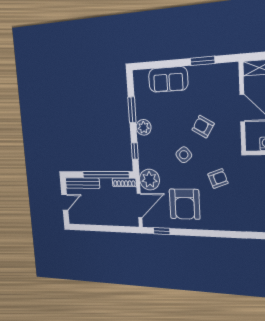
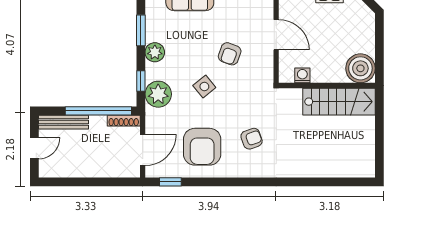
armchair: (203, 127) -> (230, 54), turned -101
armchair: (218, 179) -> (252, 139), moved
plant: (149, 180) -> (158, 94), moved

